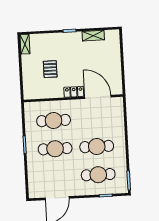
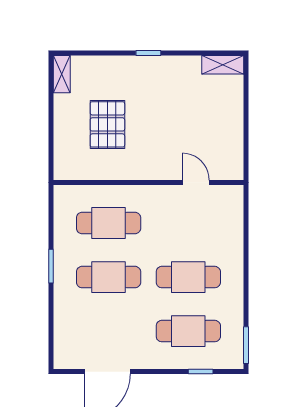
shelving: (93, 36) -> (223, 65), moved
pallet: (50, 69) -> (107, 124), width x1.50, depth x1.42
locker: (74, 92) -> (150, 170), removed
door: (98, 97) -> (196, 182), width x0.53

